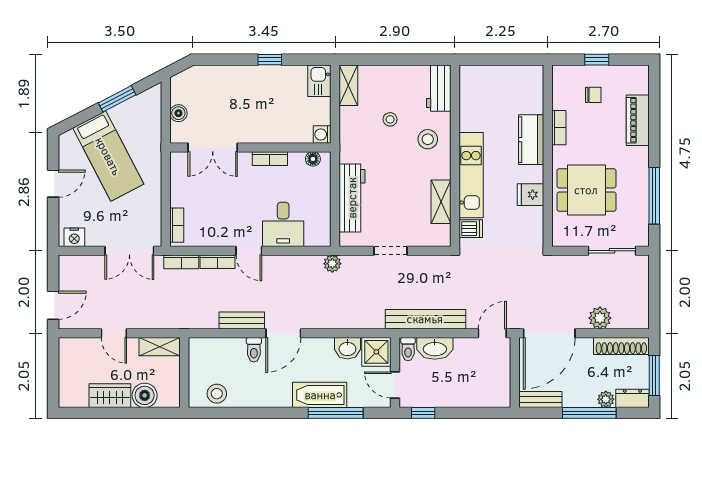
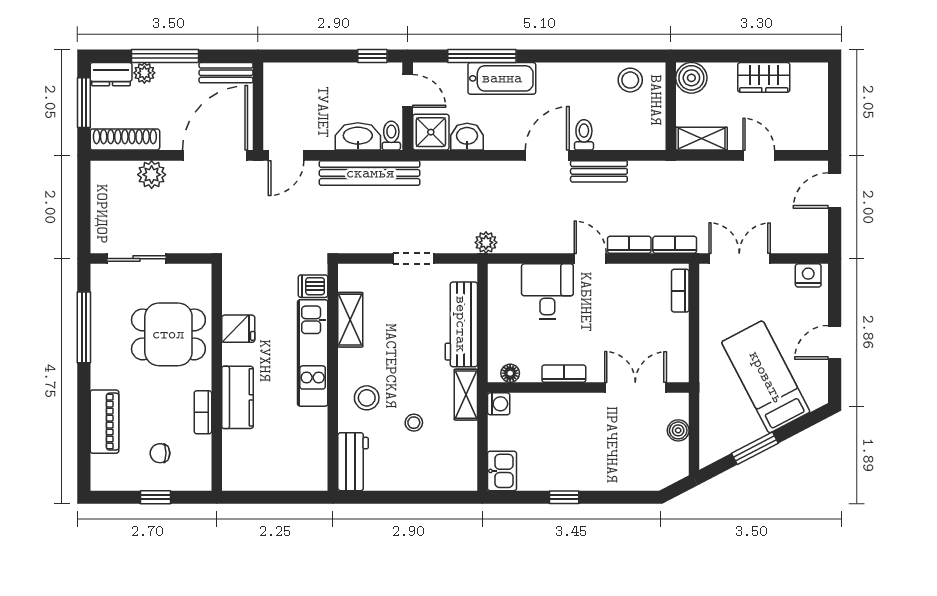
shelving: (348, 85) -> (466, 395), moved
boiler: (145, 395) -> (691, 78), moved

